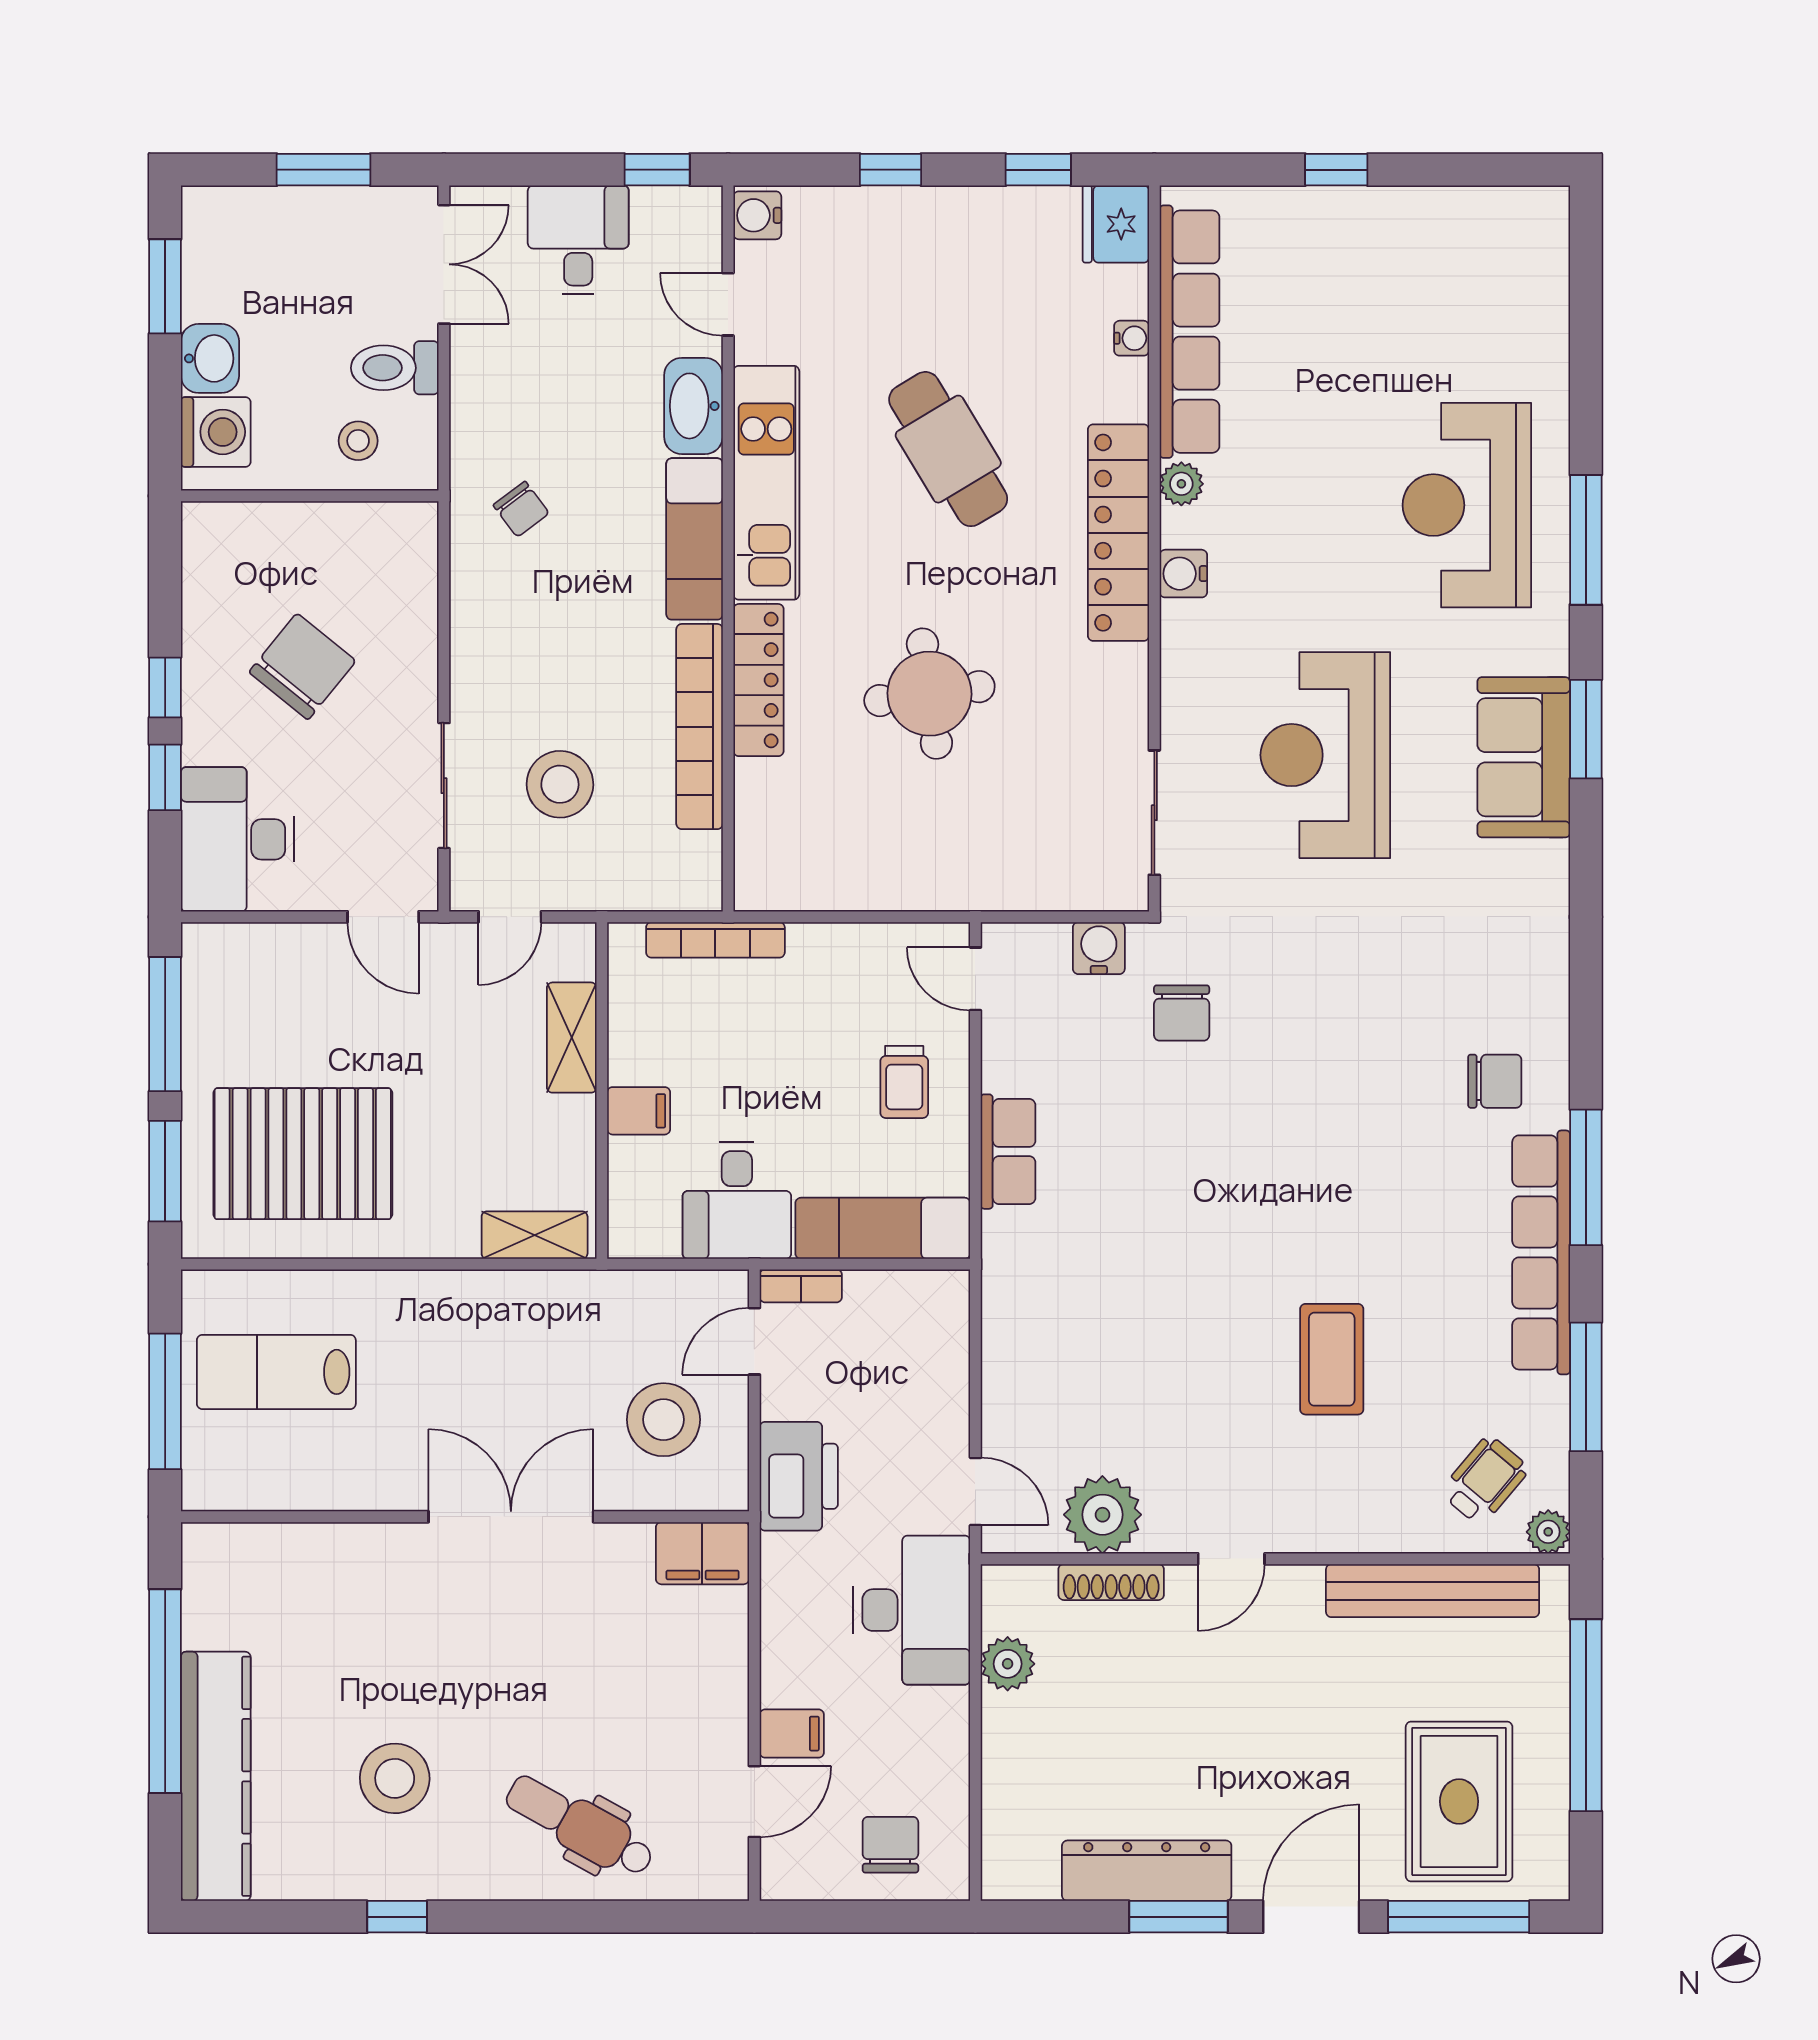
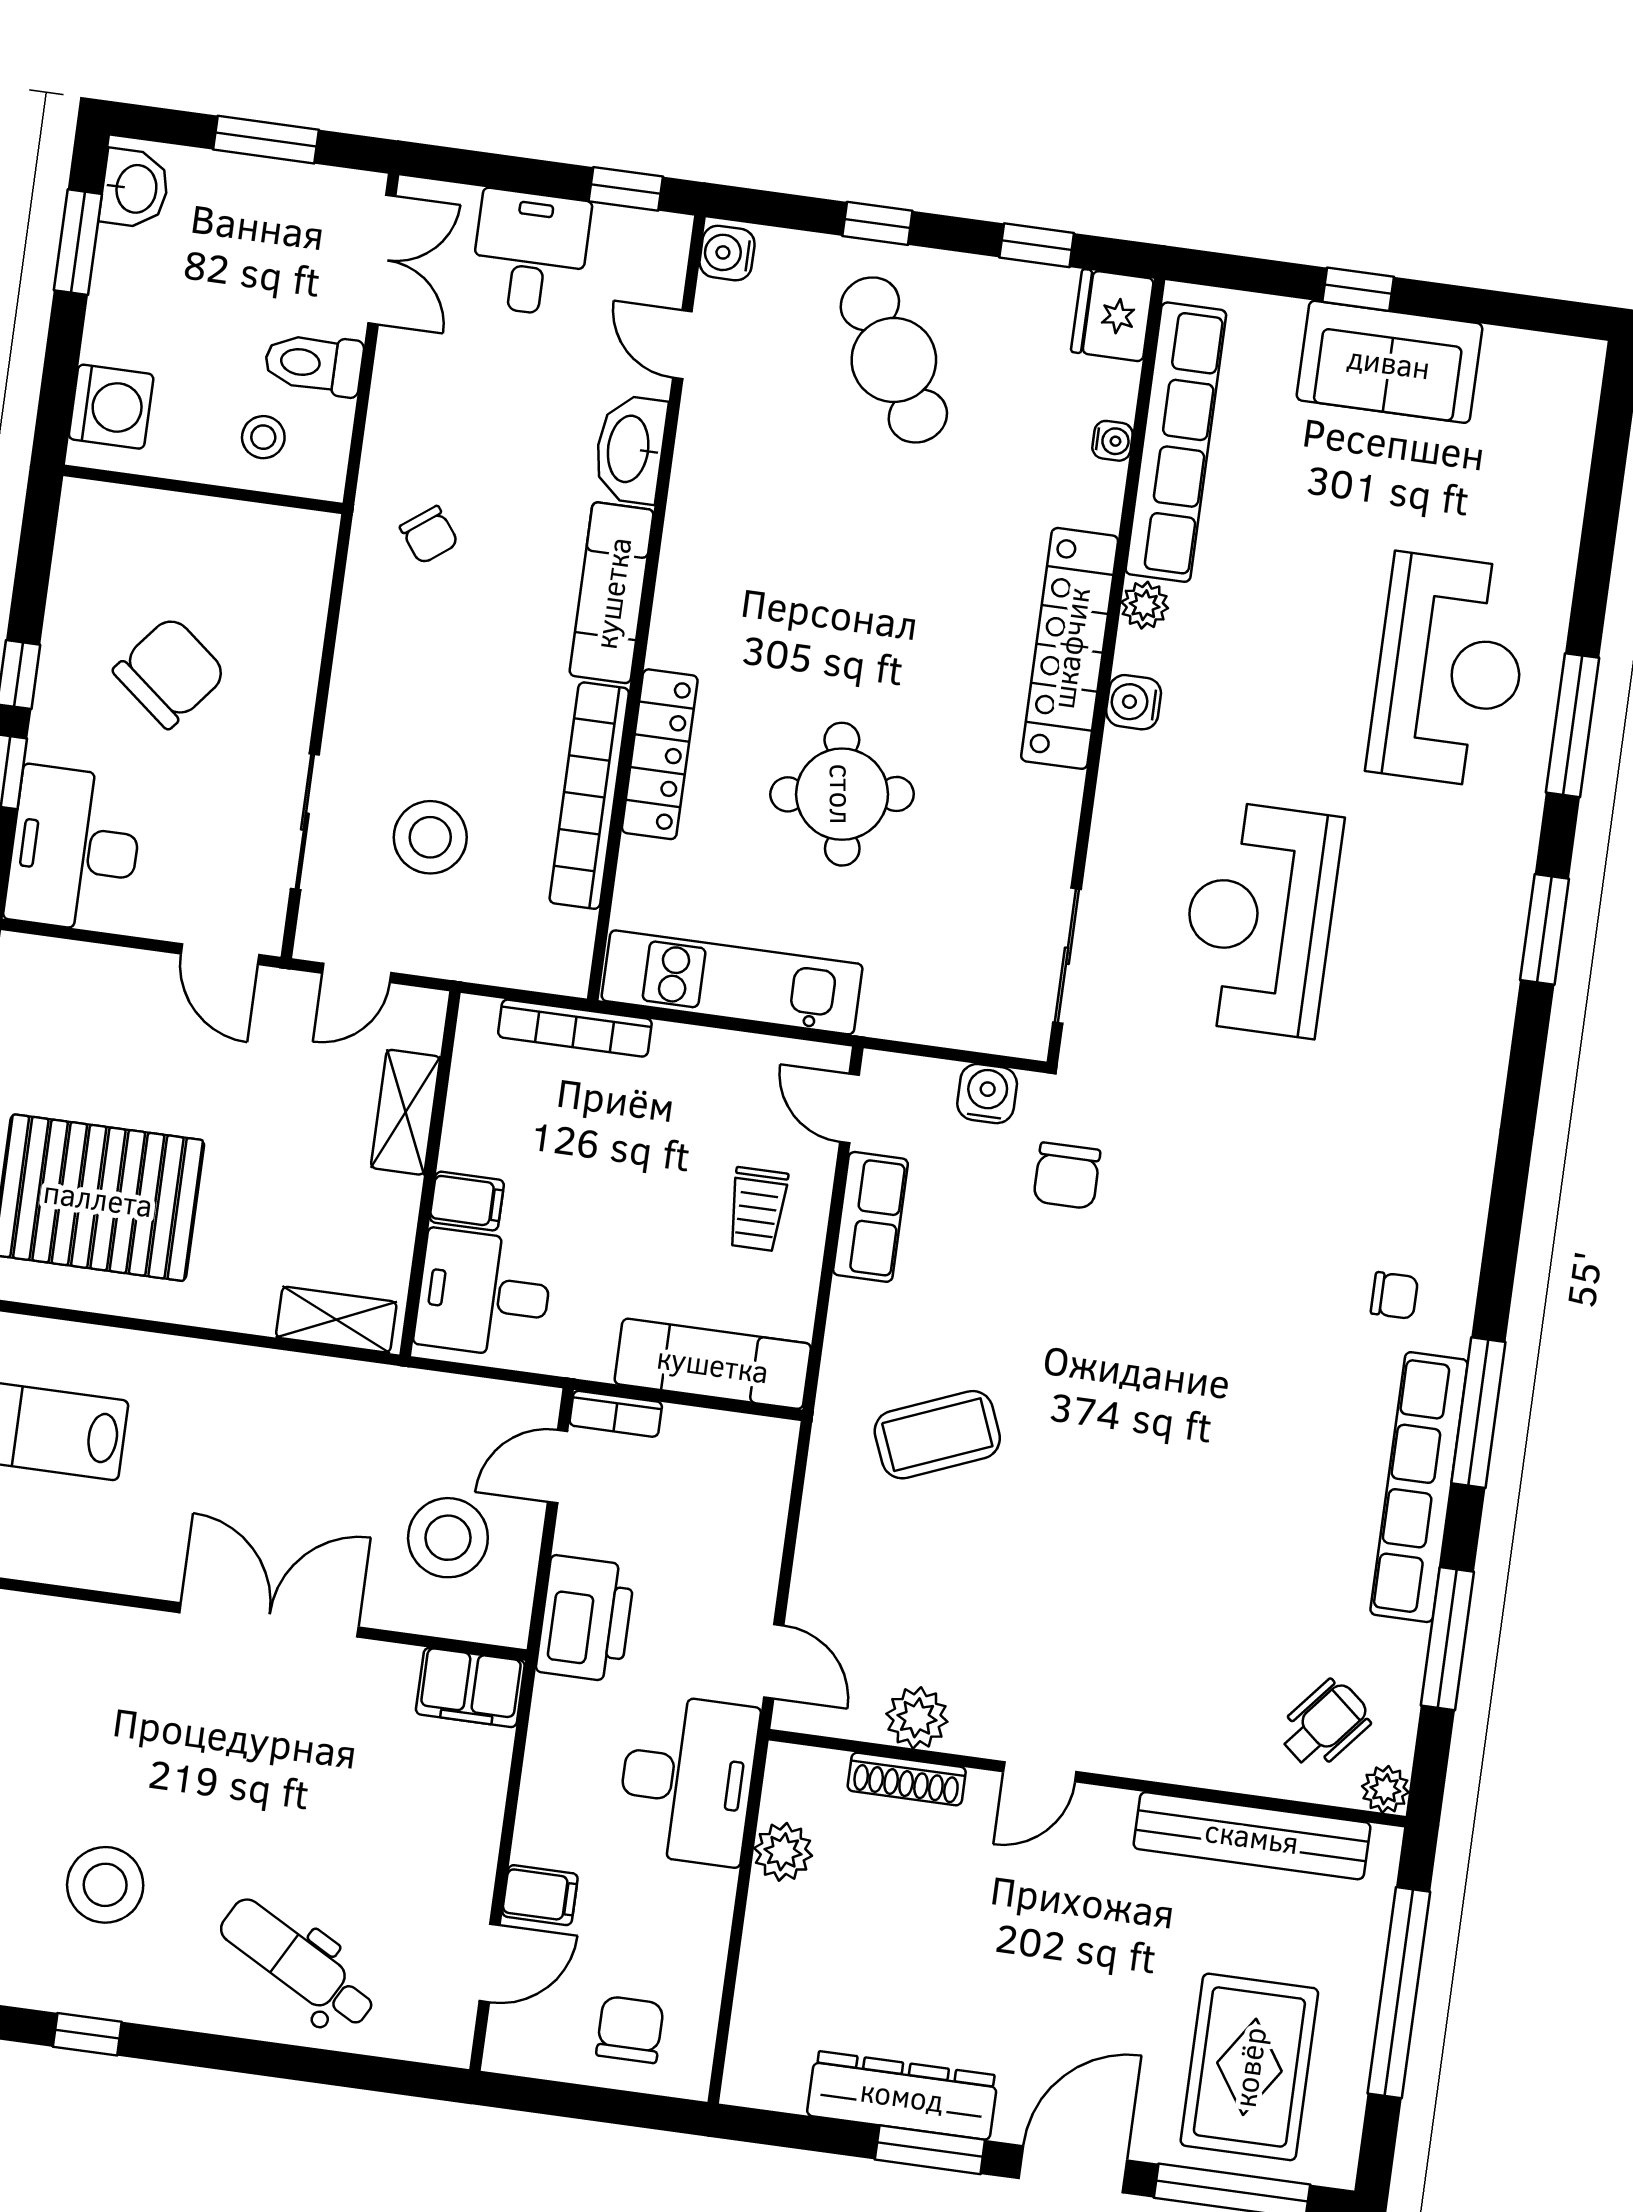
washbasin: (210, 358) -> (135, 189), moved
cafe table: (948, 449) -> (894, 360), moved
kitchen unit: (766, 483) -> (732, 982), moved, turned -90
reception desk: (1467, 505) -> (1449, 670), turned 180
sofa: (1524, 757) -> (1389, 362), moved, turned -90
chair: (1495, 1081) -> (1394, 1296), width x0.73, depth x0.73
row of seats: (1008, 1152) -> (870, 1217), moved
desk: (737, 1200) -> (484, 1294), moved, turned 90
coffee table: (1332, 1359) -> (937, 1435), moved, turned 68
plant: (1102, 1515) -> (917, 1718), width x0.73, depth x0.73

